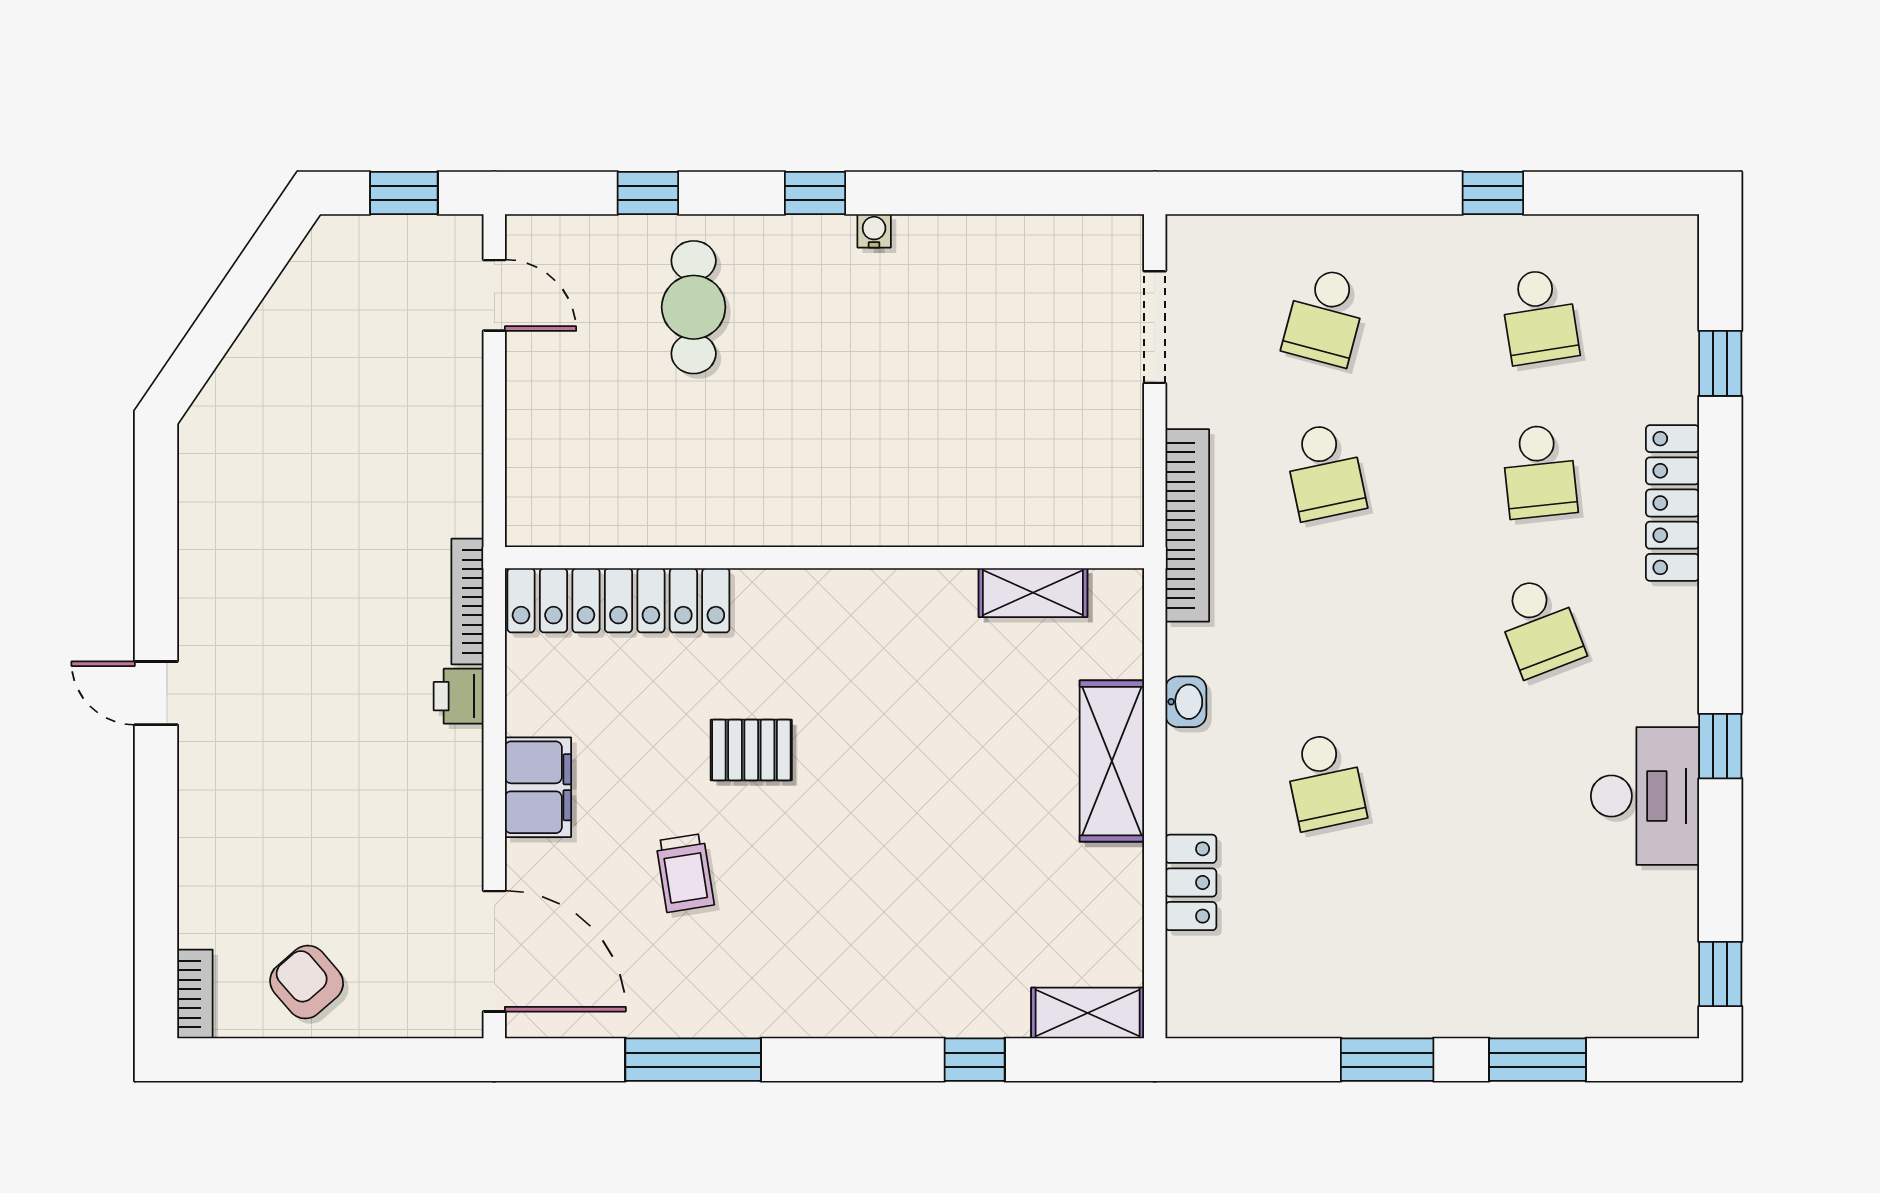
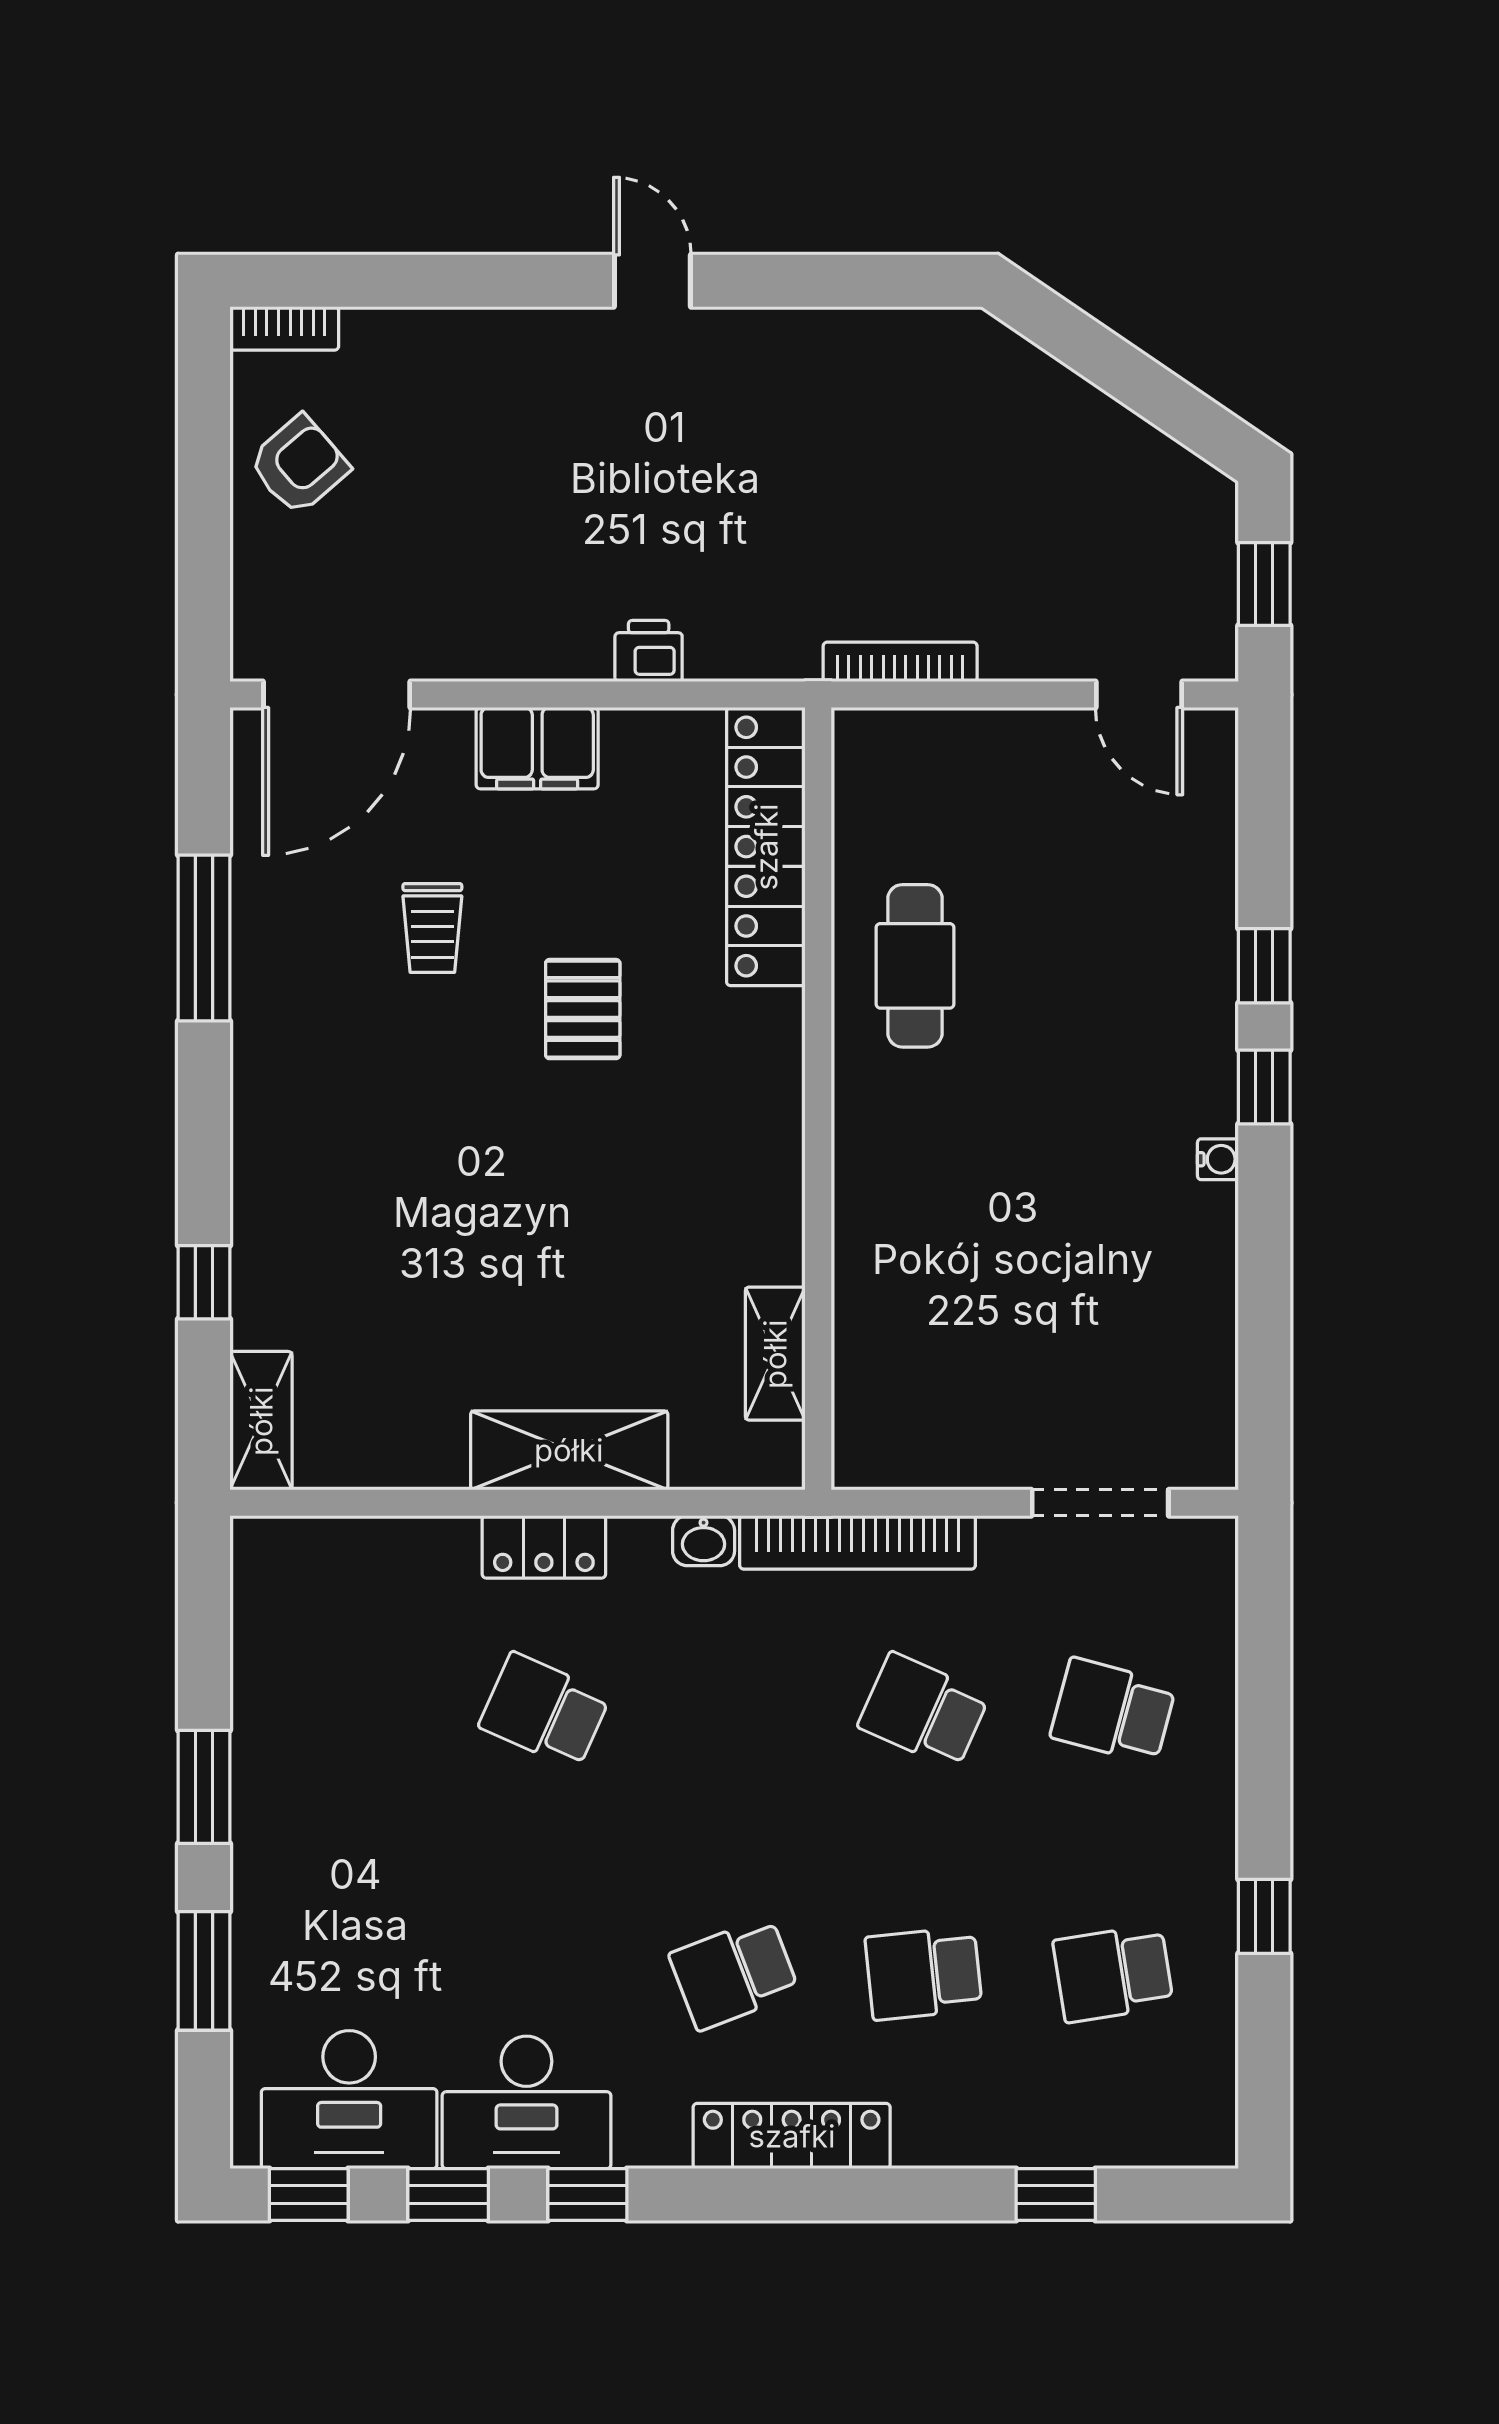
window: (648, 193) -> (1264, 966), moved
door: (494, 295) -> (1139, 695), hinge flipped
cafe table: (694, 307) -> (915, 966), moved, turned 90
school desk: (1325, 471) -> (924, 1711), turned 36
locker: (1672, 503) -> (792, 2136), moved
bookcase: (468, 602) -> (900, 662), moved
door: (156, 693) -> (652, 281), hinge flipped
washbasin: (1186, 702) -> (704, 1541), moved
school desk: (1325, 781) -> (545, 1711), turned 36
window: (1720, 860) -> (448, 2194), added
trolley: (685, 873) -> (432, 928), turned -81
locker: (1191, 882) -> (544, 1547), moved
desk: (1643, 941) -> (349, 2100), added

